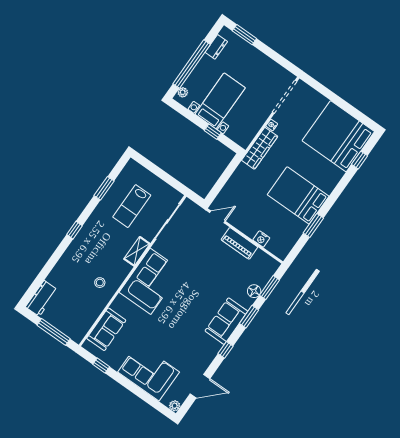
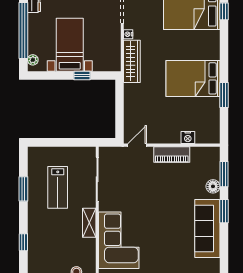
sofa: (226, 321) -> (207, 229), width x1.36
window: (226, 350) -> (224, 253), removed

